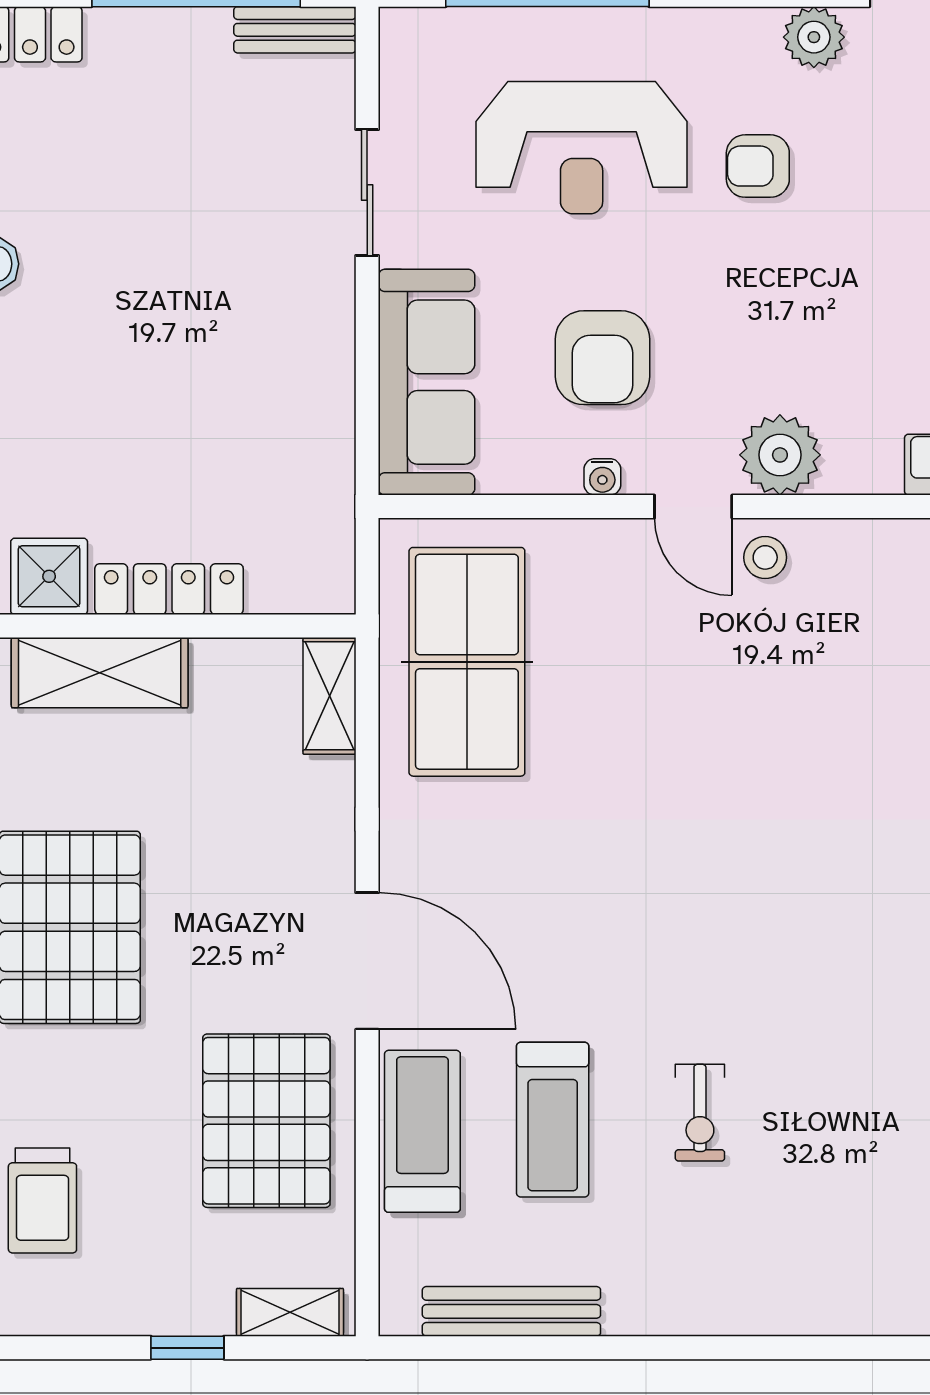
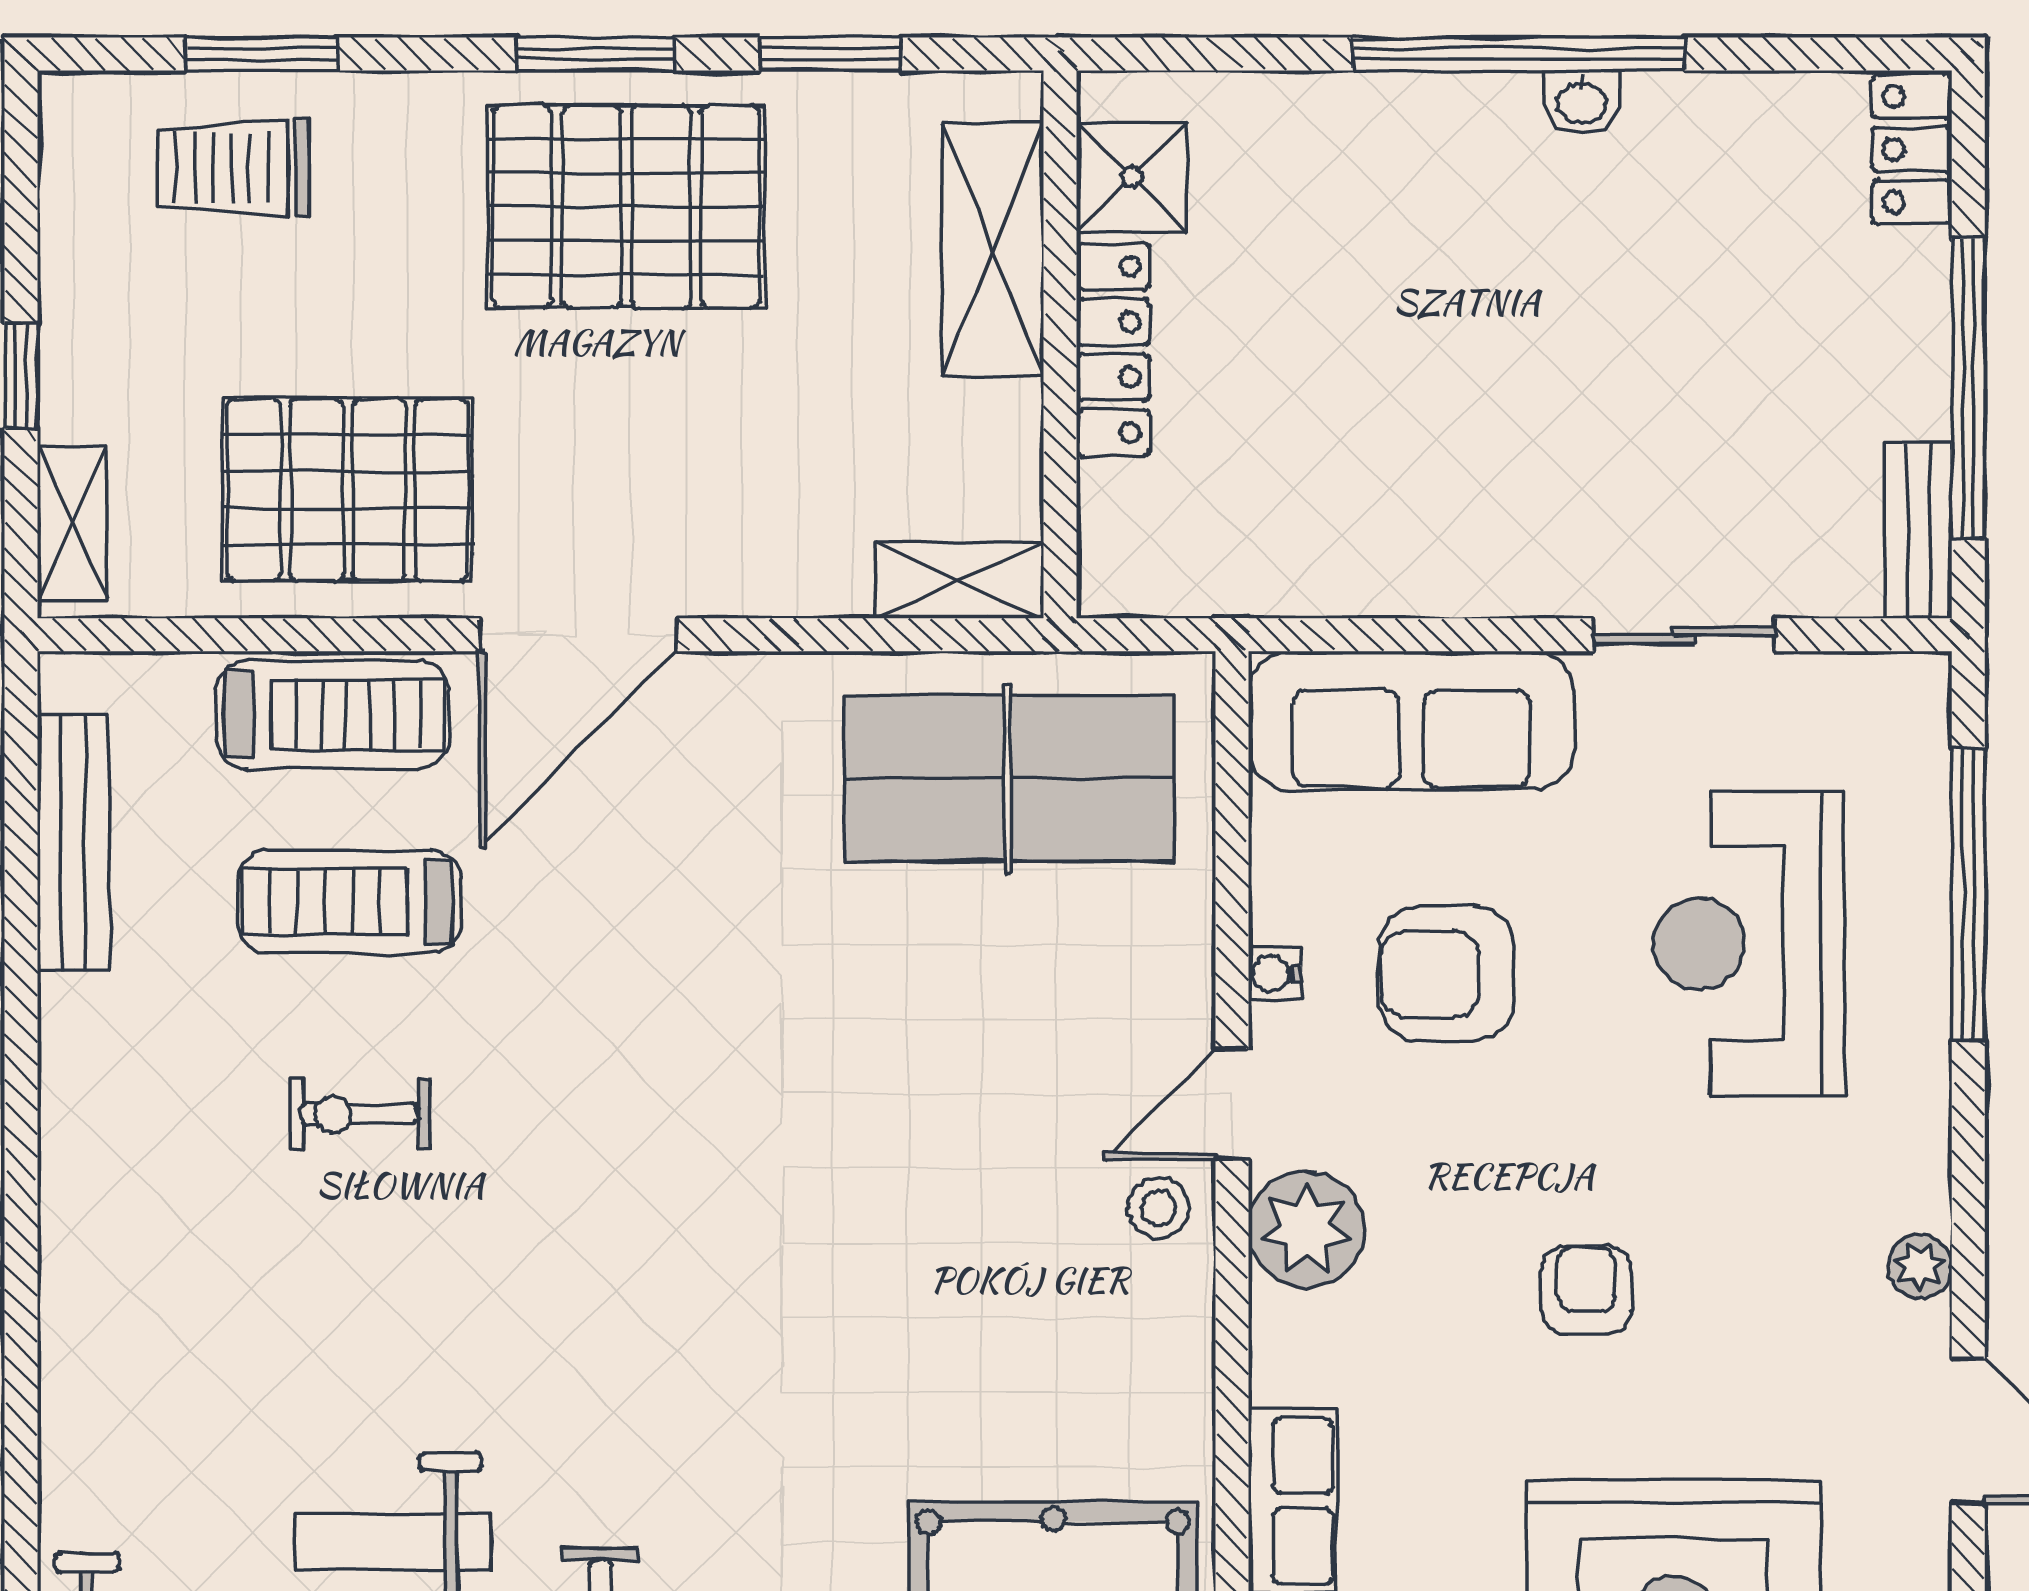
plant: (814, 37) -> (1920, 1266), width x0.73, depth x0.73
armchair: (758, 166) -> (1586, 1290), moved

